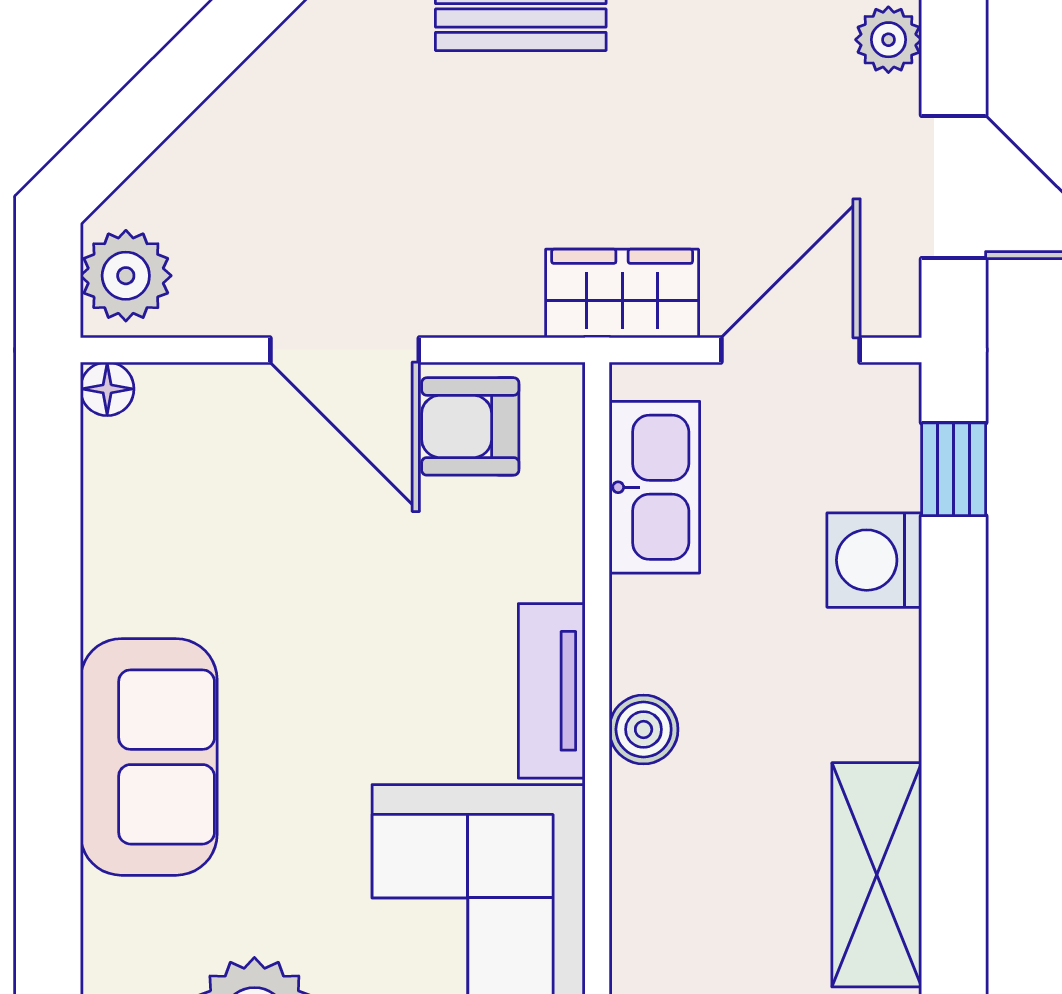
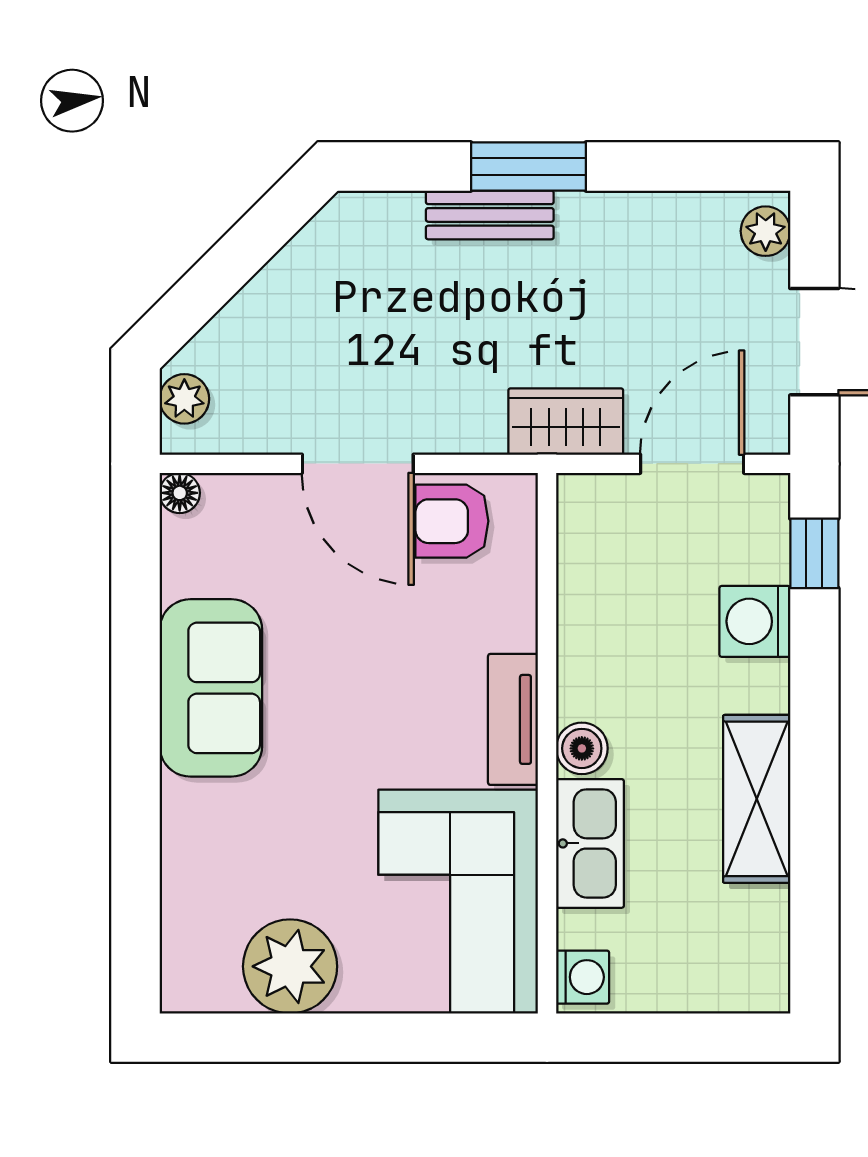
plant: (126, 276) -> (184, 399), width x0.73, depth x0.73
kitchen sink: (654, 487) -> (590, 843), moved
sofa: (149, 757) -> (211, 688), moved
shelving: (877, 875) -> (757, 799), moved

